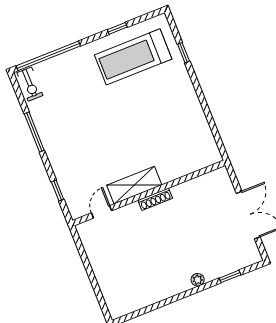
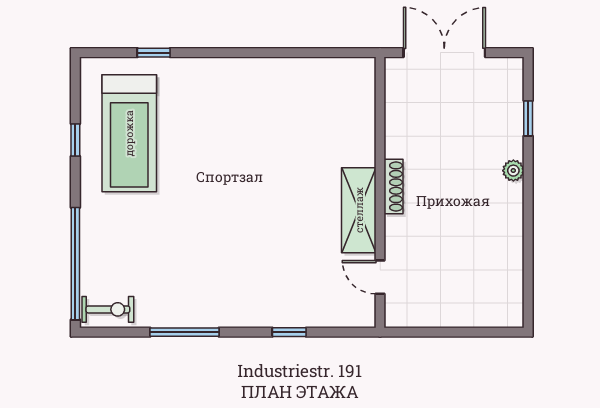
shelving: (134, 185) -> (359, 210), moved
wall: (149, 193) -> (380, 192), moved
shoe rack: (155, 199) -> (394, 187), moved
door: (102, 212) -> (380, 277), moved

